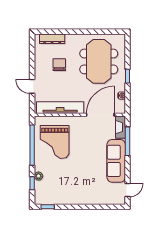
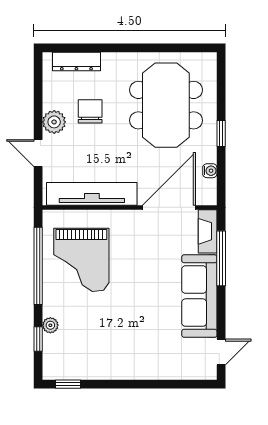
plant: (40, 70) -> (54, 122), added

